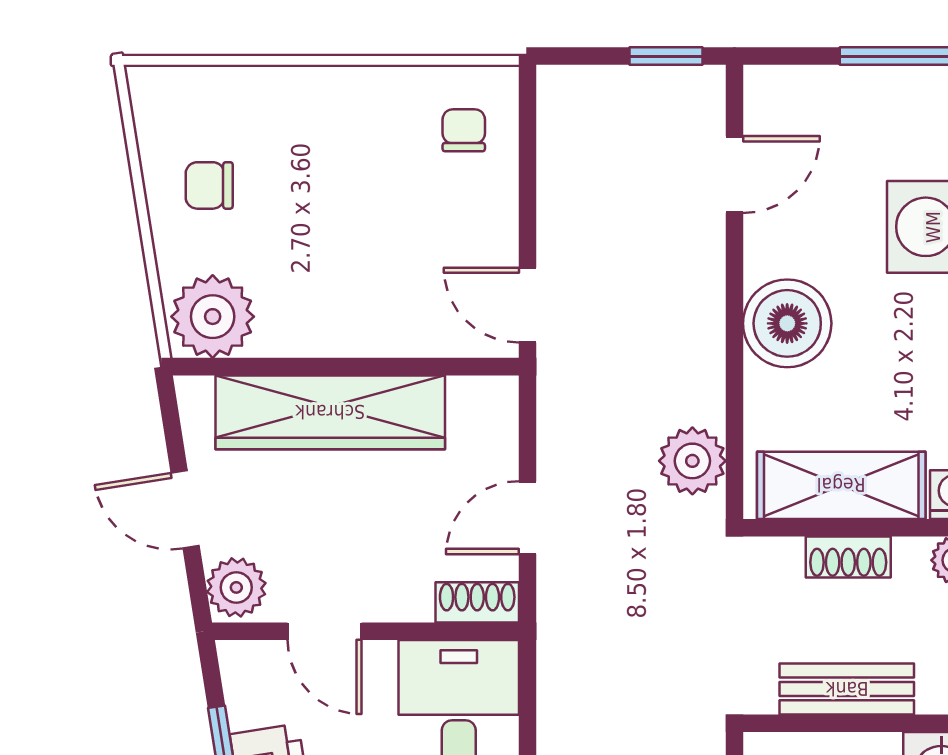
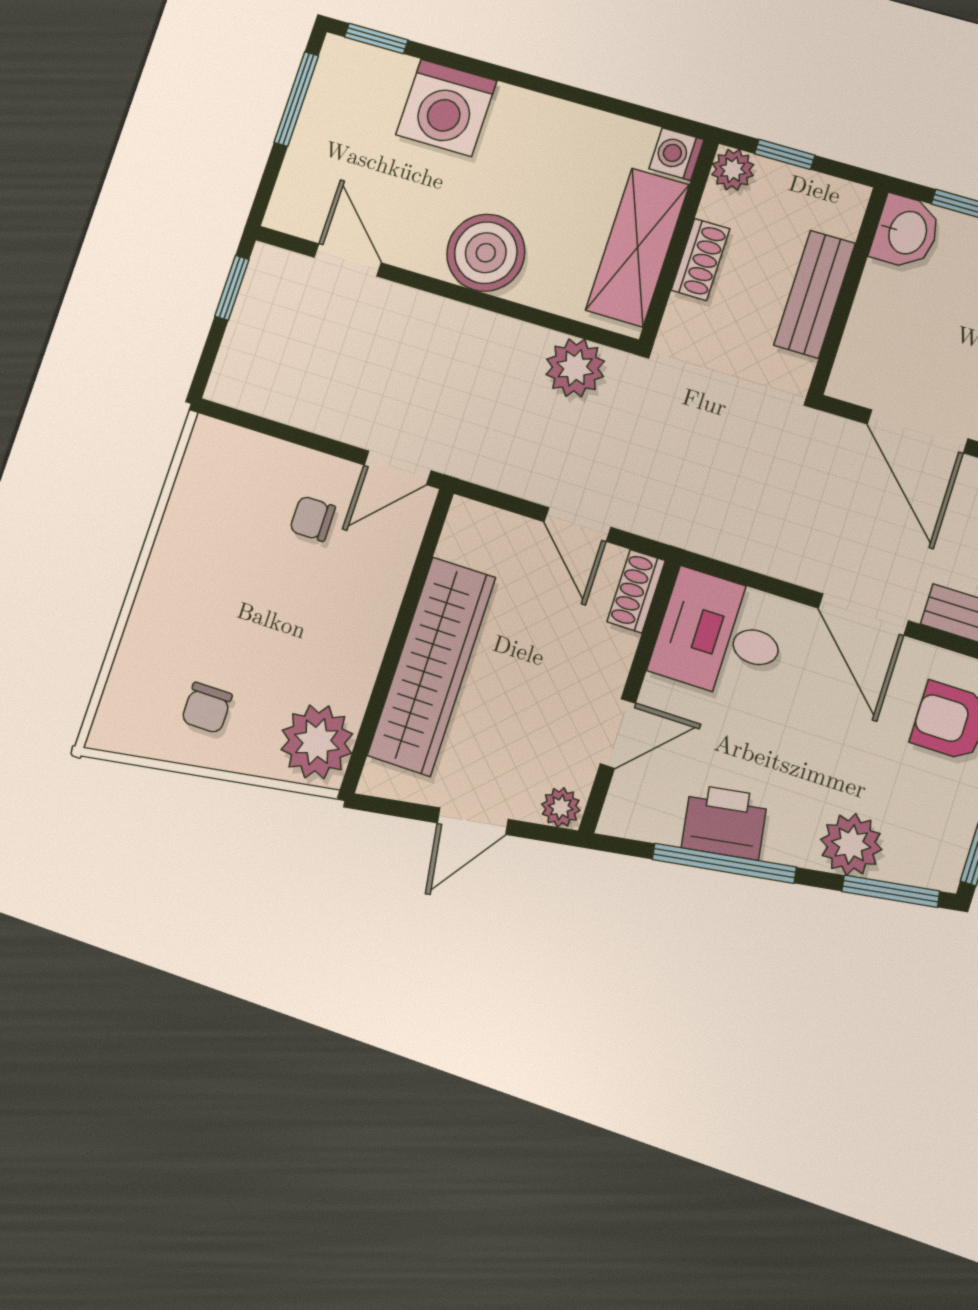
chair: (464, 130) -> (312, 519), moved
plant: (236, 587) -> (561, 807), width x0.73, depth x0.73

